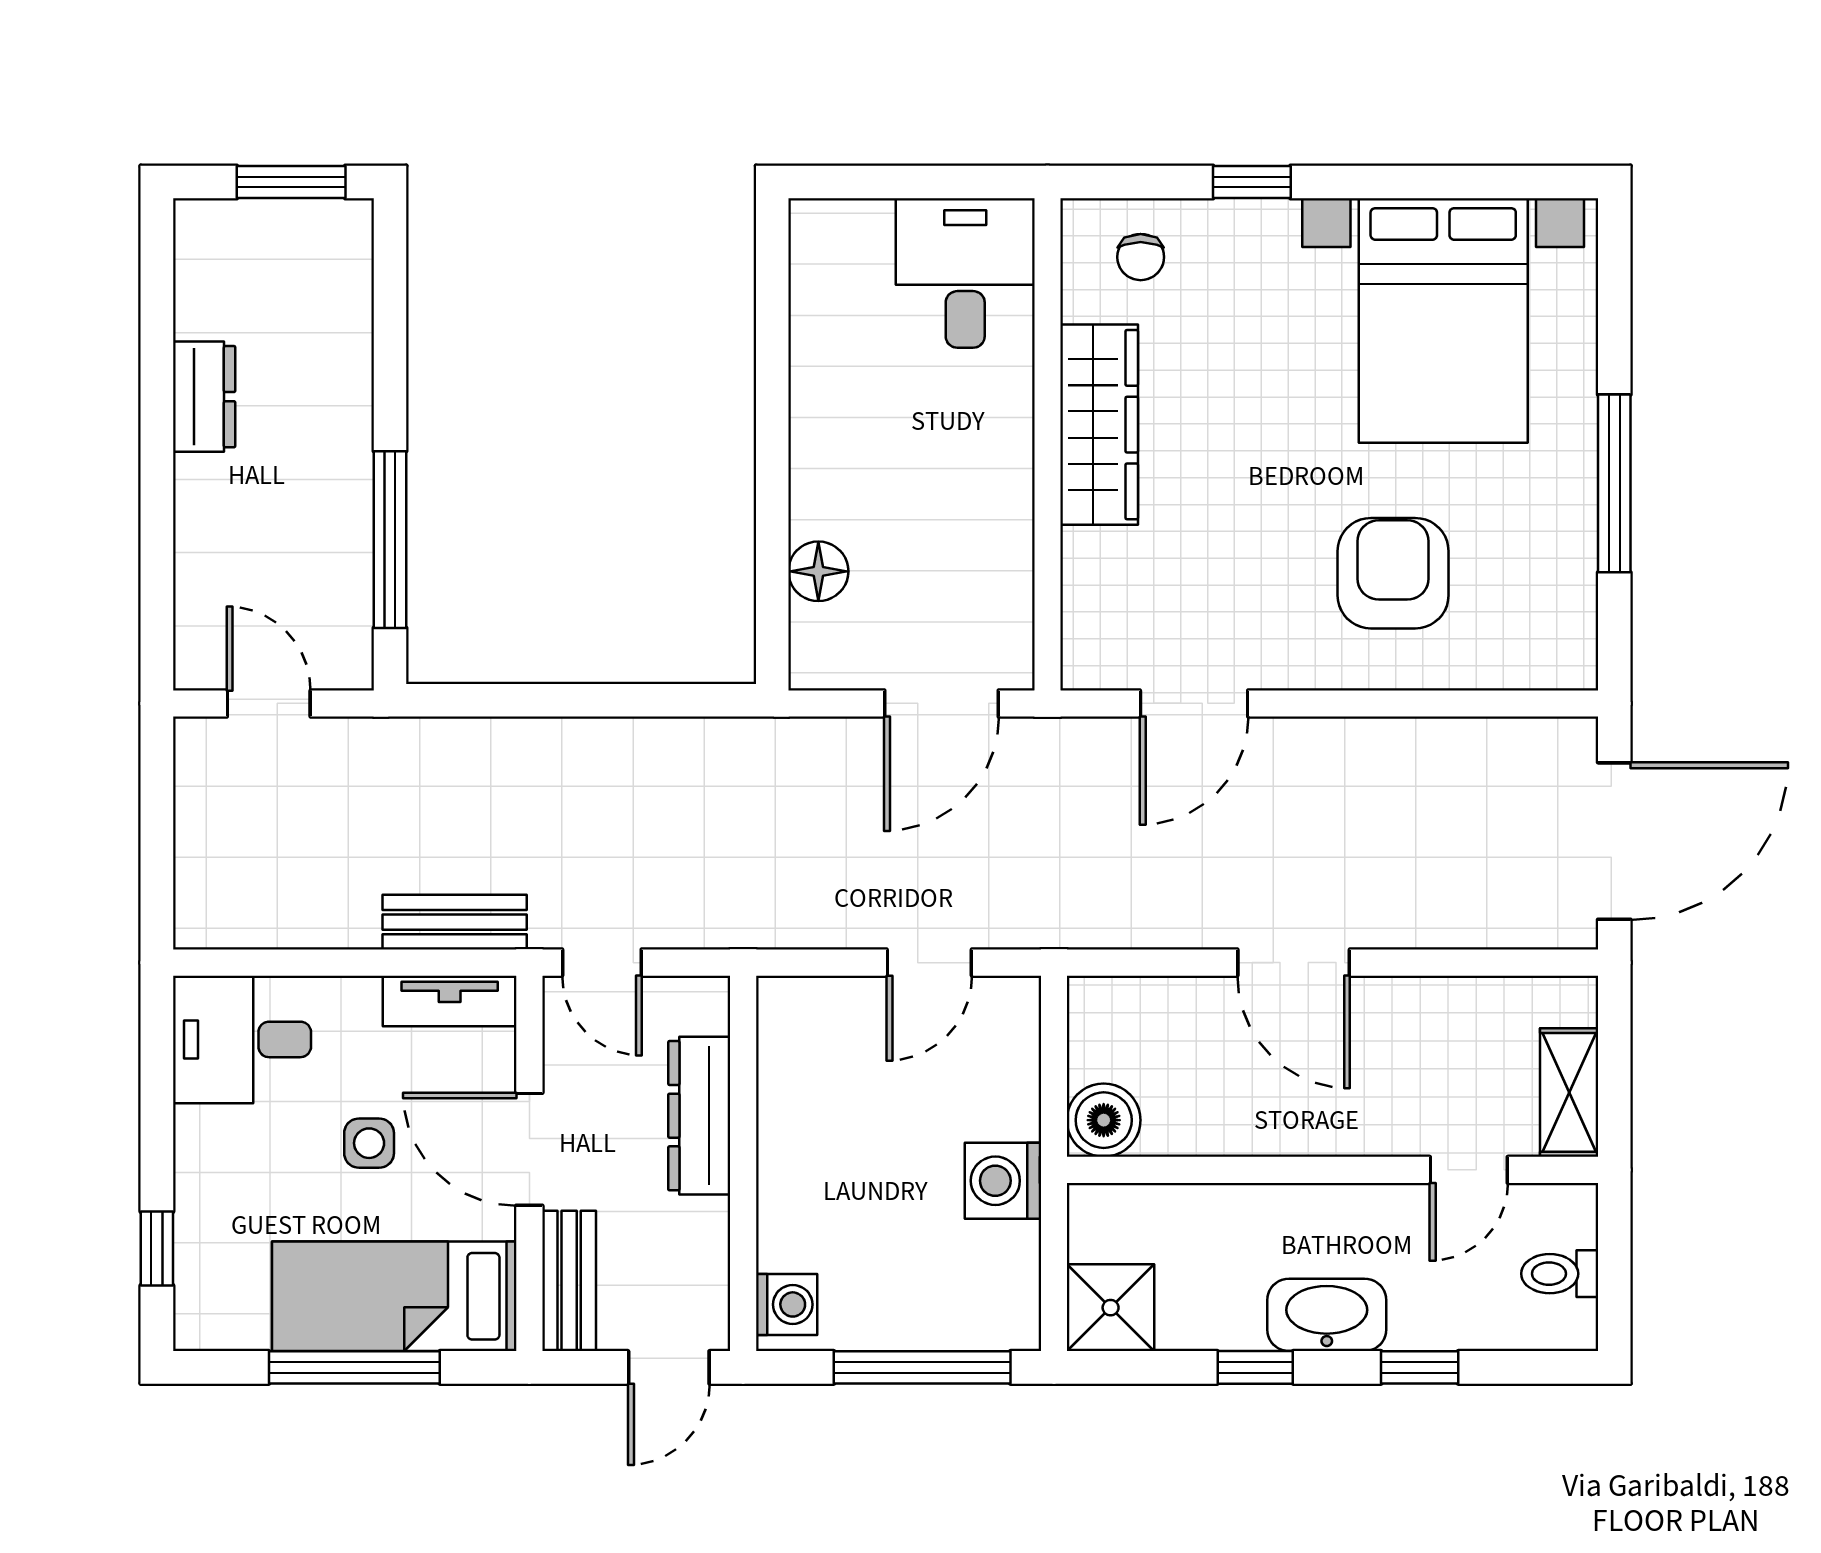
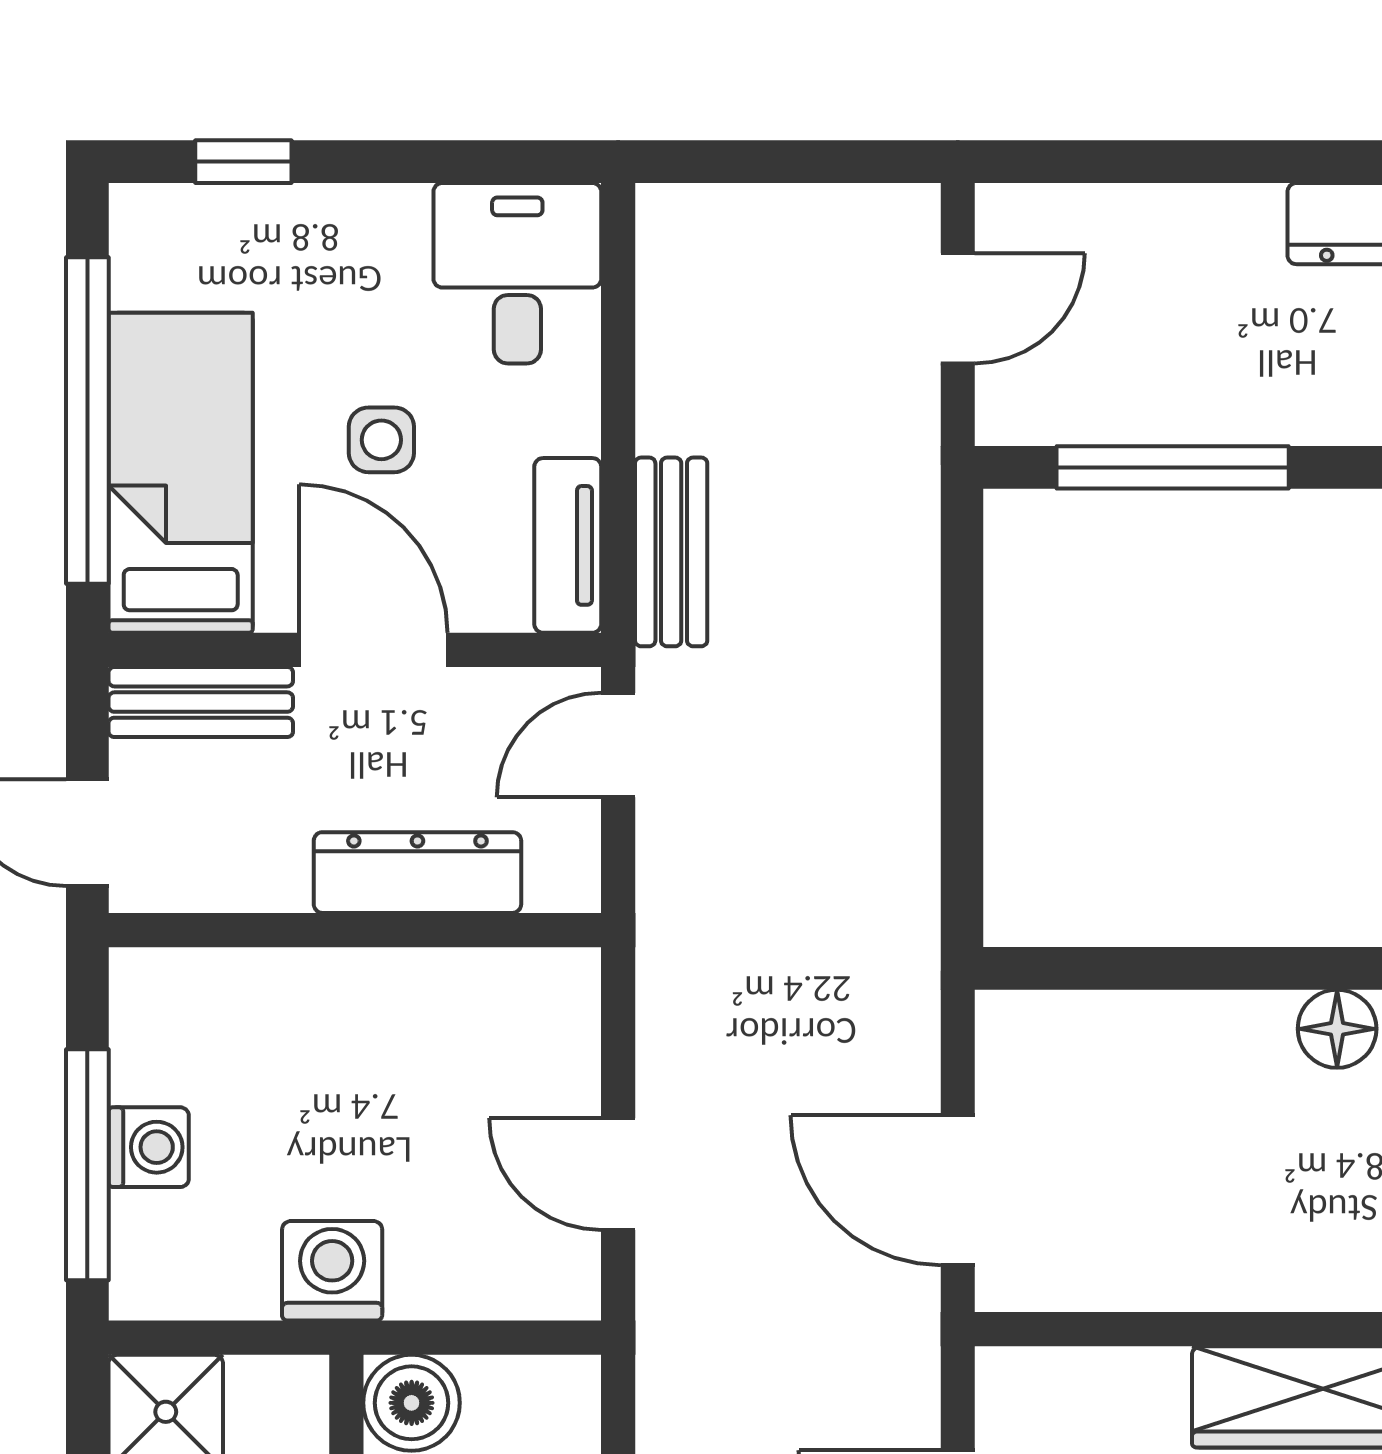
floor lamp: (818, 571) -> (1337, 1029), moved
door: (529, 1149) -> (373, 650), hinge flipped
washing machine: (787, 1304) -> (149, 1147), moved, turned -90
window: (354, 1367) -> (87, 420), width x1.46

